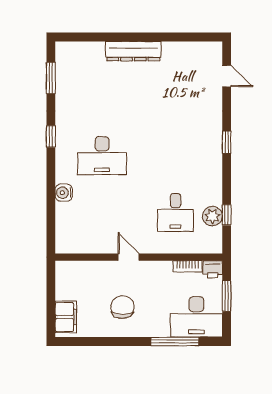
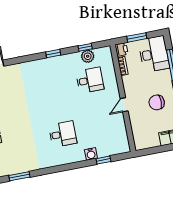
window: (51, 136) -> (103, 160), moved
window: (227, 142) -> (53, 53), moved
desk: (102, 156) -> (63, 134), width x0.73

